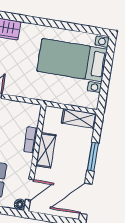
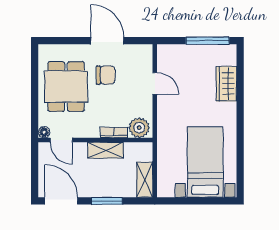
plant: (30, 116) -> (139, 128), added

